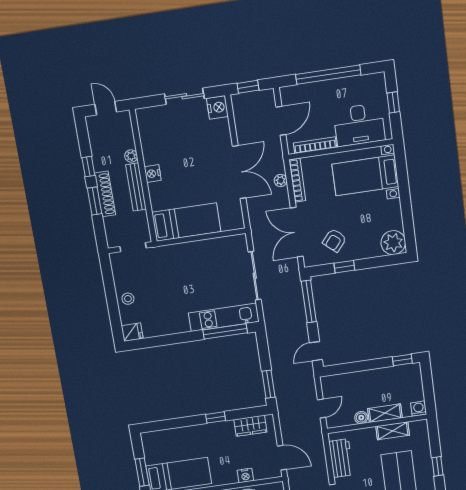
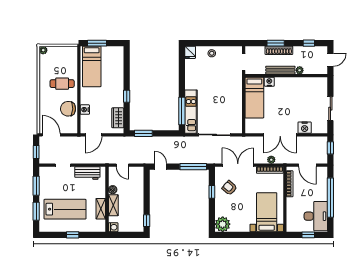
nightstand: (217, 107) -> (305, 128), moved
desk: (359, 125) -> (316, 216), moved, turned 180
window: (88, 167) -> (309, 43), moved
nightstand: (153, 174) -> (269, 82), moved

